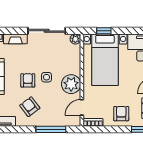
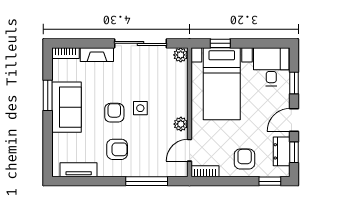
plant: (71, 84) -> (181, 124), width x0.53, depth x0.53
armchair: (30, 107) -> (117, 149), turned 127

